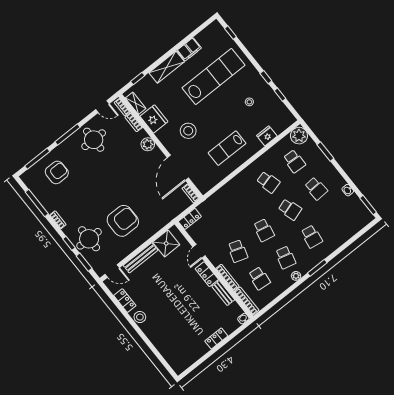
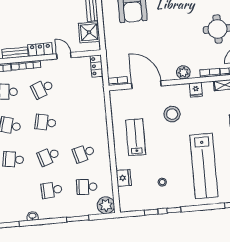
fridge: (154, 119) -> (196, 90), width x0.53, depth x0.75
school desk: (238, 251) -> (42, 89), turned -39

